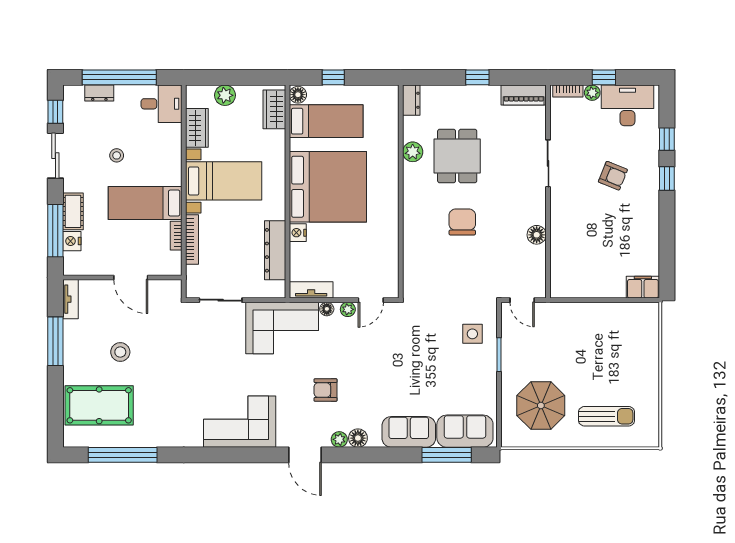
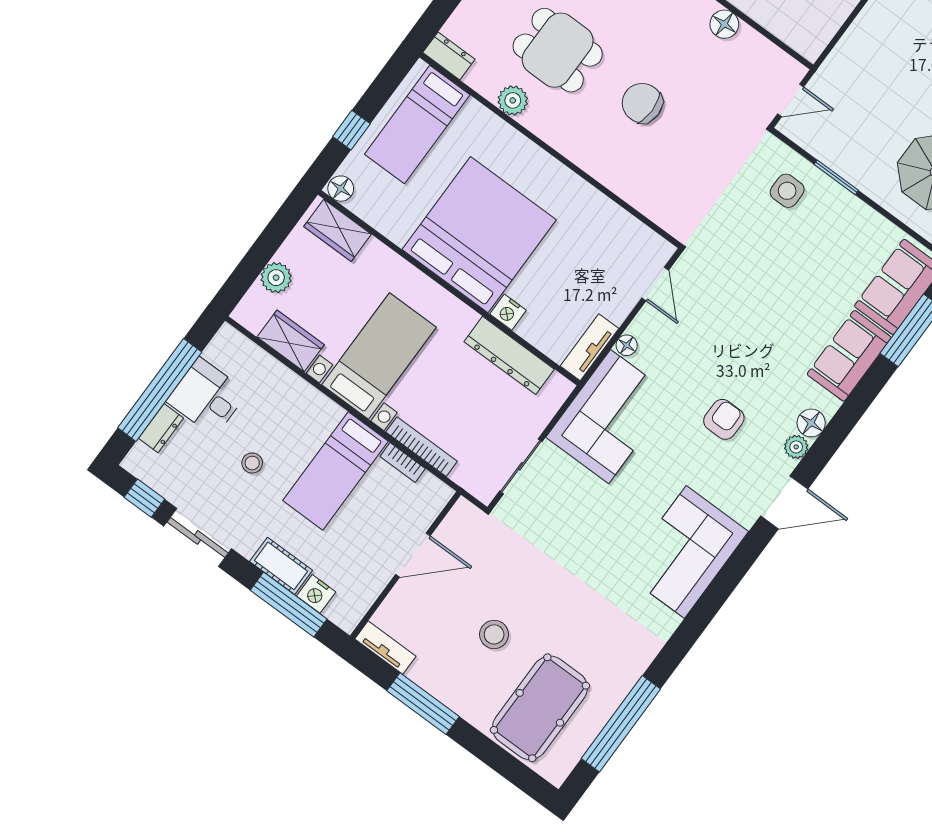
desk: (162, 104) -> (207, 397), moved, turned -90
bed: (326, 121) -> (417, 124), moved, turned 180
plant: (348, 309) -> (646, 320), removed
armchair: (326, 390) -> (724, 419), turned 180

